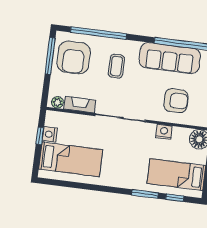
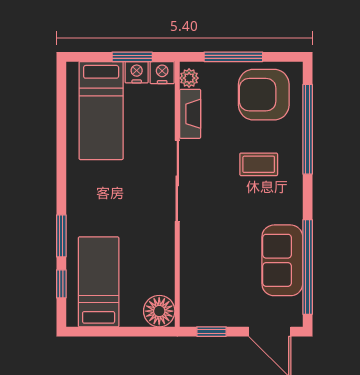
window: (50, 56) -> (233, 57), moved
sofa: (170, 58) -> (282, 260), width x0.73
armchair: (176, 101) -> (216, 266), removed
nightstand: (164, 132) -> (162, 73), moved, turned -90
window: (40, 136) -> (132, 57), width x1.50

